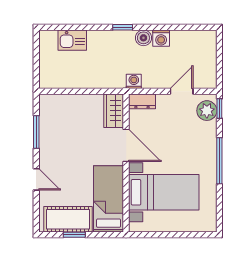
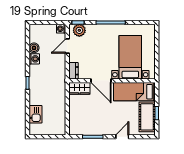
boiler: (143, 38) -> (34, 48), moved
washing machine: (134, 81) -> (61, 29), moved
door: (182, 91) -> (67, 46), hinge flipped
door: (126, 145) -> (101, 81), swing flipped

